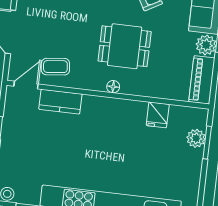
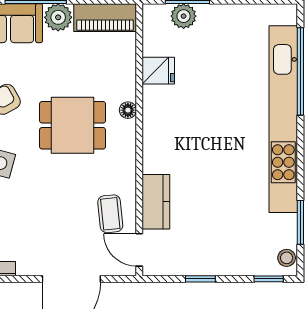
dining table: (125, 46) -> (73, 125), turned 90
floor lamp: (113, 87) -> (128, 110), moved

